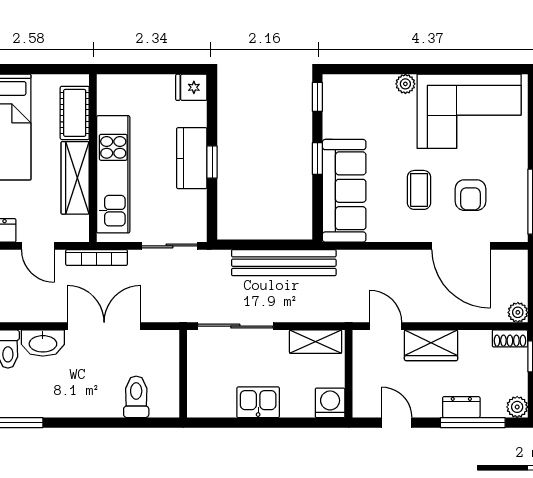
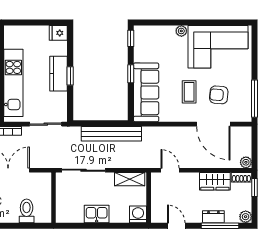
armchair: (471, 195) -> (219, 95), turned 95
wardrobe: (431, 345) -> (215, 181), moved

